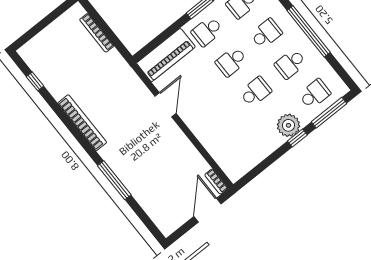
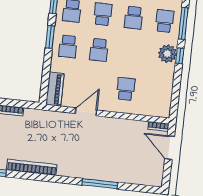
piano: (166, 55) -> (55, 89), width x0.73, depth x0.75
school desk: (256, 92) -> (126, 89), moved
door: (165, 105) -> (86, 112), hinge flipped
bookcase: (82, 123) -> (32, 167), moved

